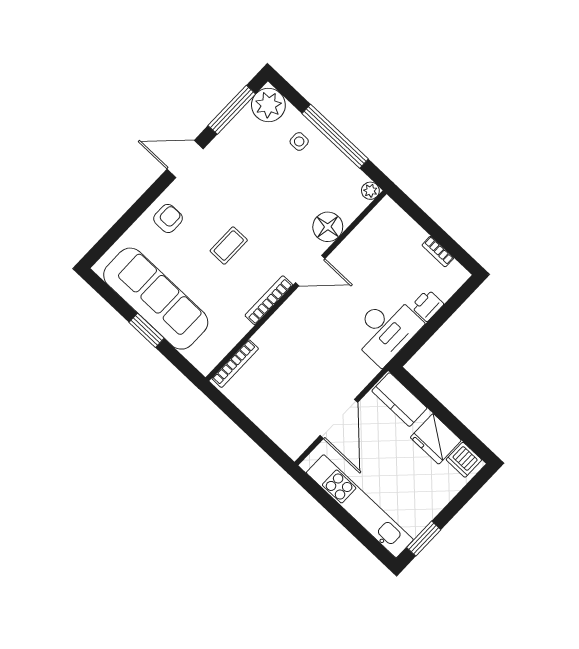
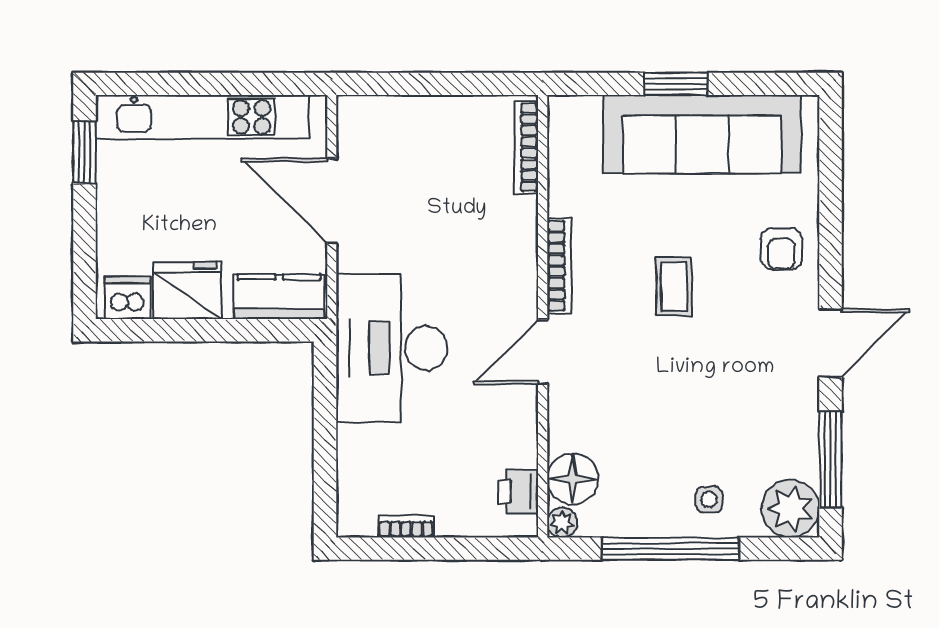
floor lamp: (328, 227) -> (573, 479), moved
printer: (427, 305) -> (518, 492), moved, turned 180
desk: (386, 329) -> (392, 348), width x1.36, depth x1.30

